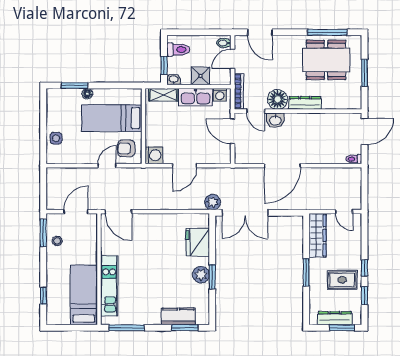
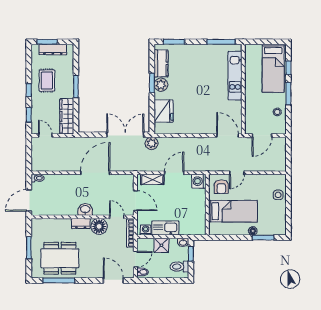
shelving: (163, 95) -> (152, 179), moved
dresser: (305, 103) -> (81, 223), width x0.70
washbasin: (275, 120) -> (85, 209), moved
armchair: (126, 148) -> (221, 187), turned 90
window: (43, 233) -> (288, 94), moved
rug: (342, 280) -> (47, 81), turned 90
bed: (84, 295) -> (273, 68), moved
window: (364, 296) -> (29, 115), moved
kitchen counter: (178, 316) -> (161, 63), moved, turned -90

